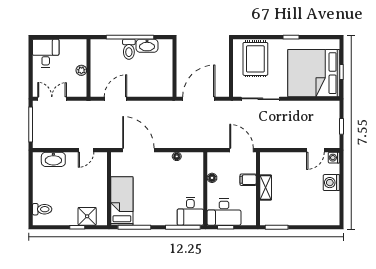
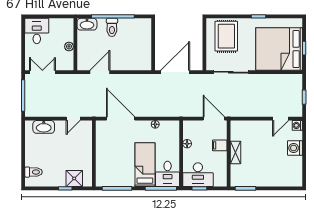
washbasin: (147, 46) -> (87, 24), moved
bed: (122, 201) -> (145, 165), moved

